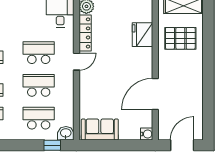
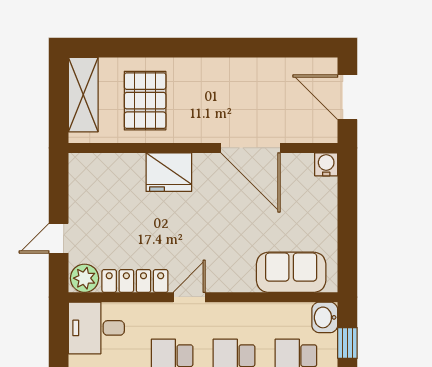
fridge: (143, 35) -> (169, 172), moved
door: (76, 62) -> (189, 297), hinge flipped
sofa: (100, 130) -> (291, 272), moved, turned 90

